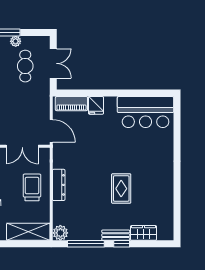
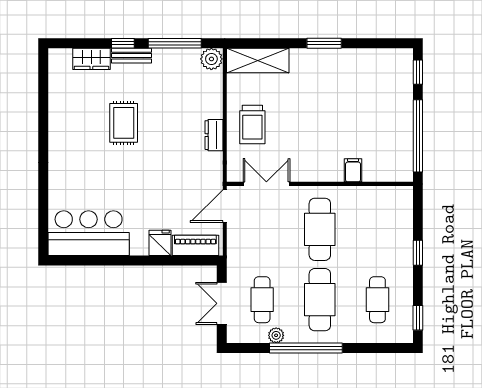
door: (51, 131) -> (225, 206), hinge flipped
dresser: (59, 185) -> (214, 135), width x0.70

